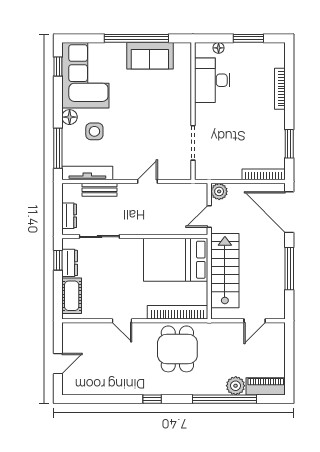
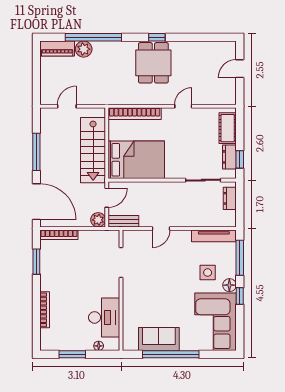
window: (58, 66) -> (240, 296), moved
bench: (100, 190) -> (123, 221), moved
door: (122, 321) -> (183, 106), hinge flipped
dining table: (177, 349) -> (153, 63), moved

